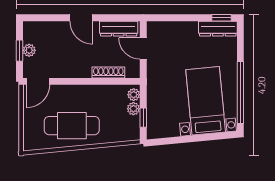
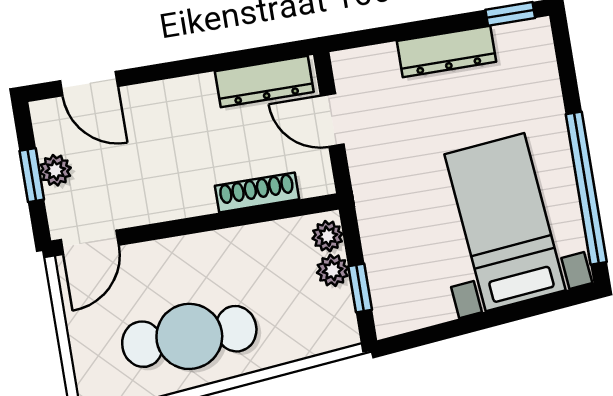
door: (81, 18) -> (89, 84), moved
dresser: (218, 29) -> (446, 51), moved

